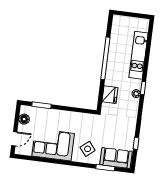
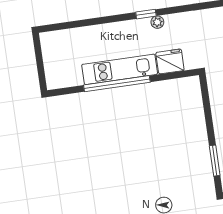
kitchen unit: (138, 55) -> (120, 69), moved, turned 180

